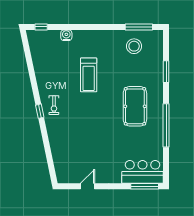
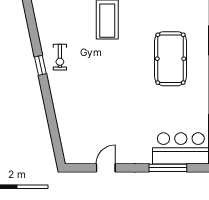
window: (145, 186) -> (168, 168), moved

